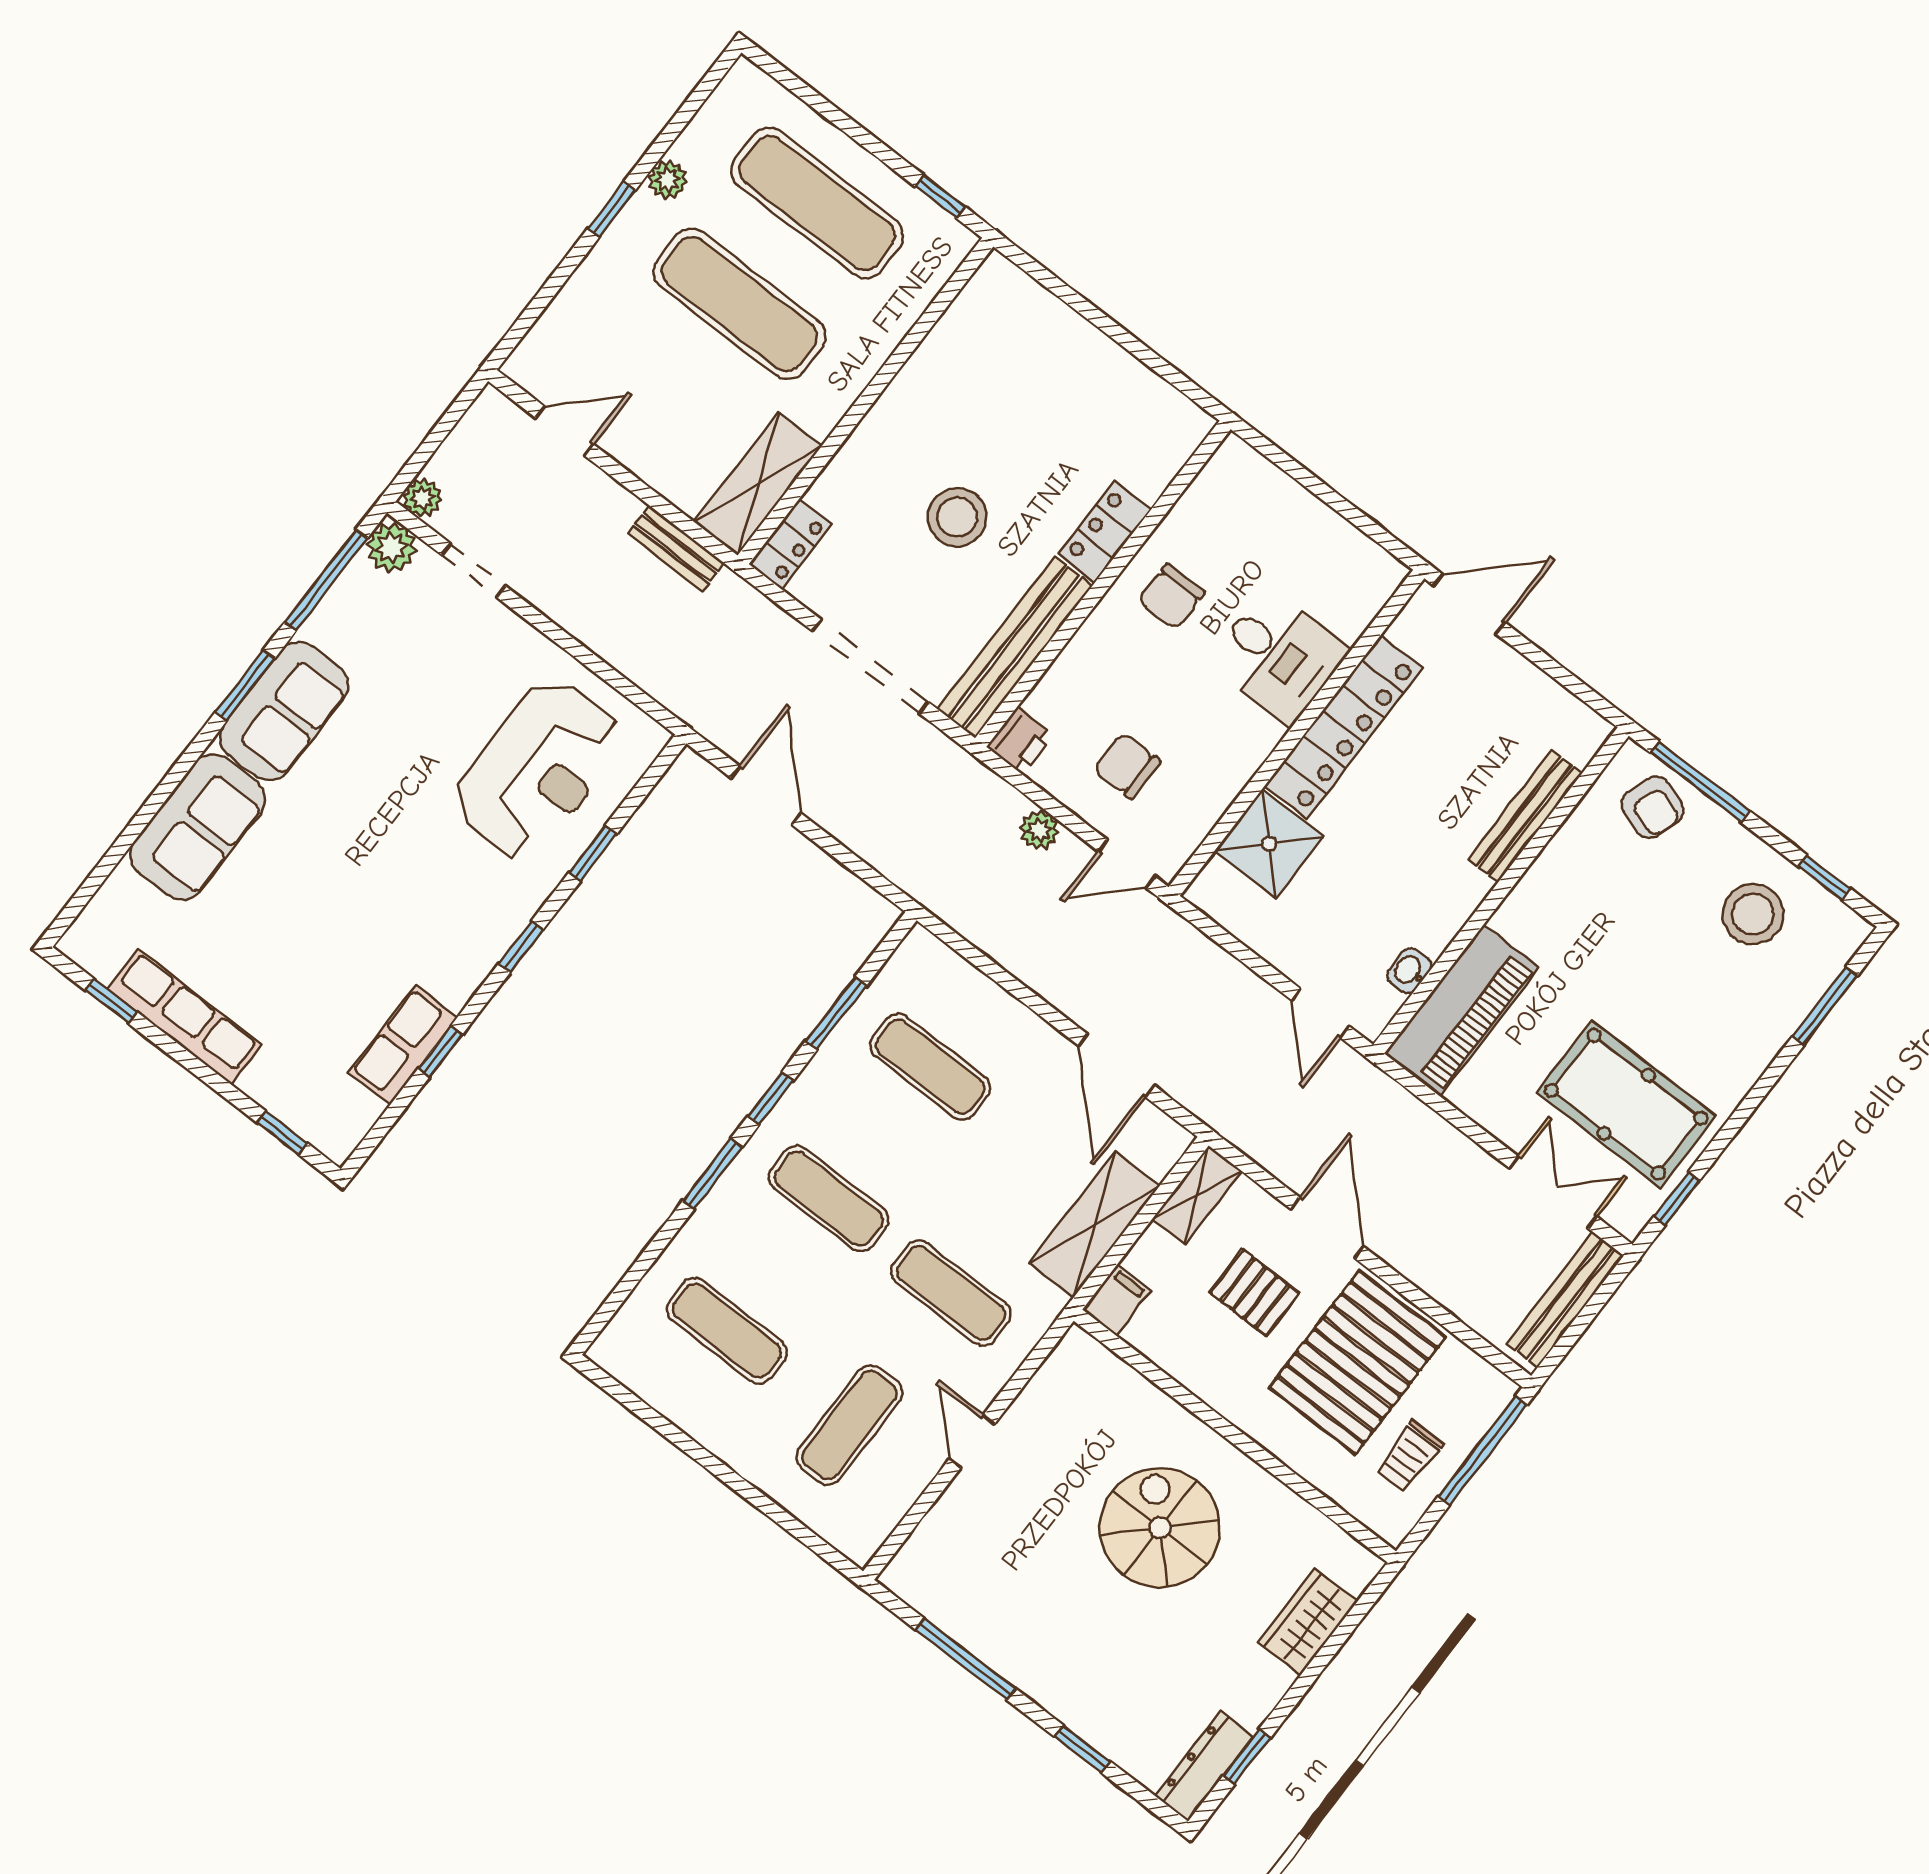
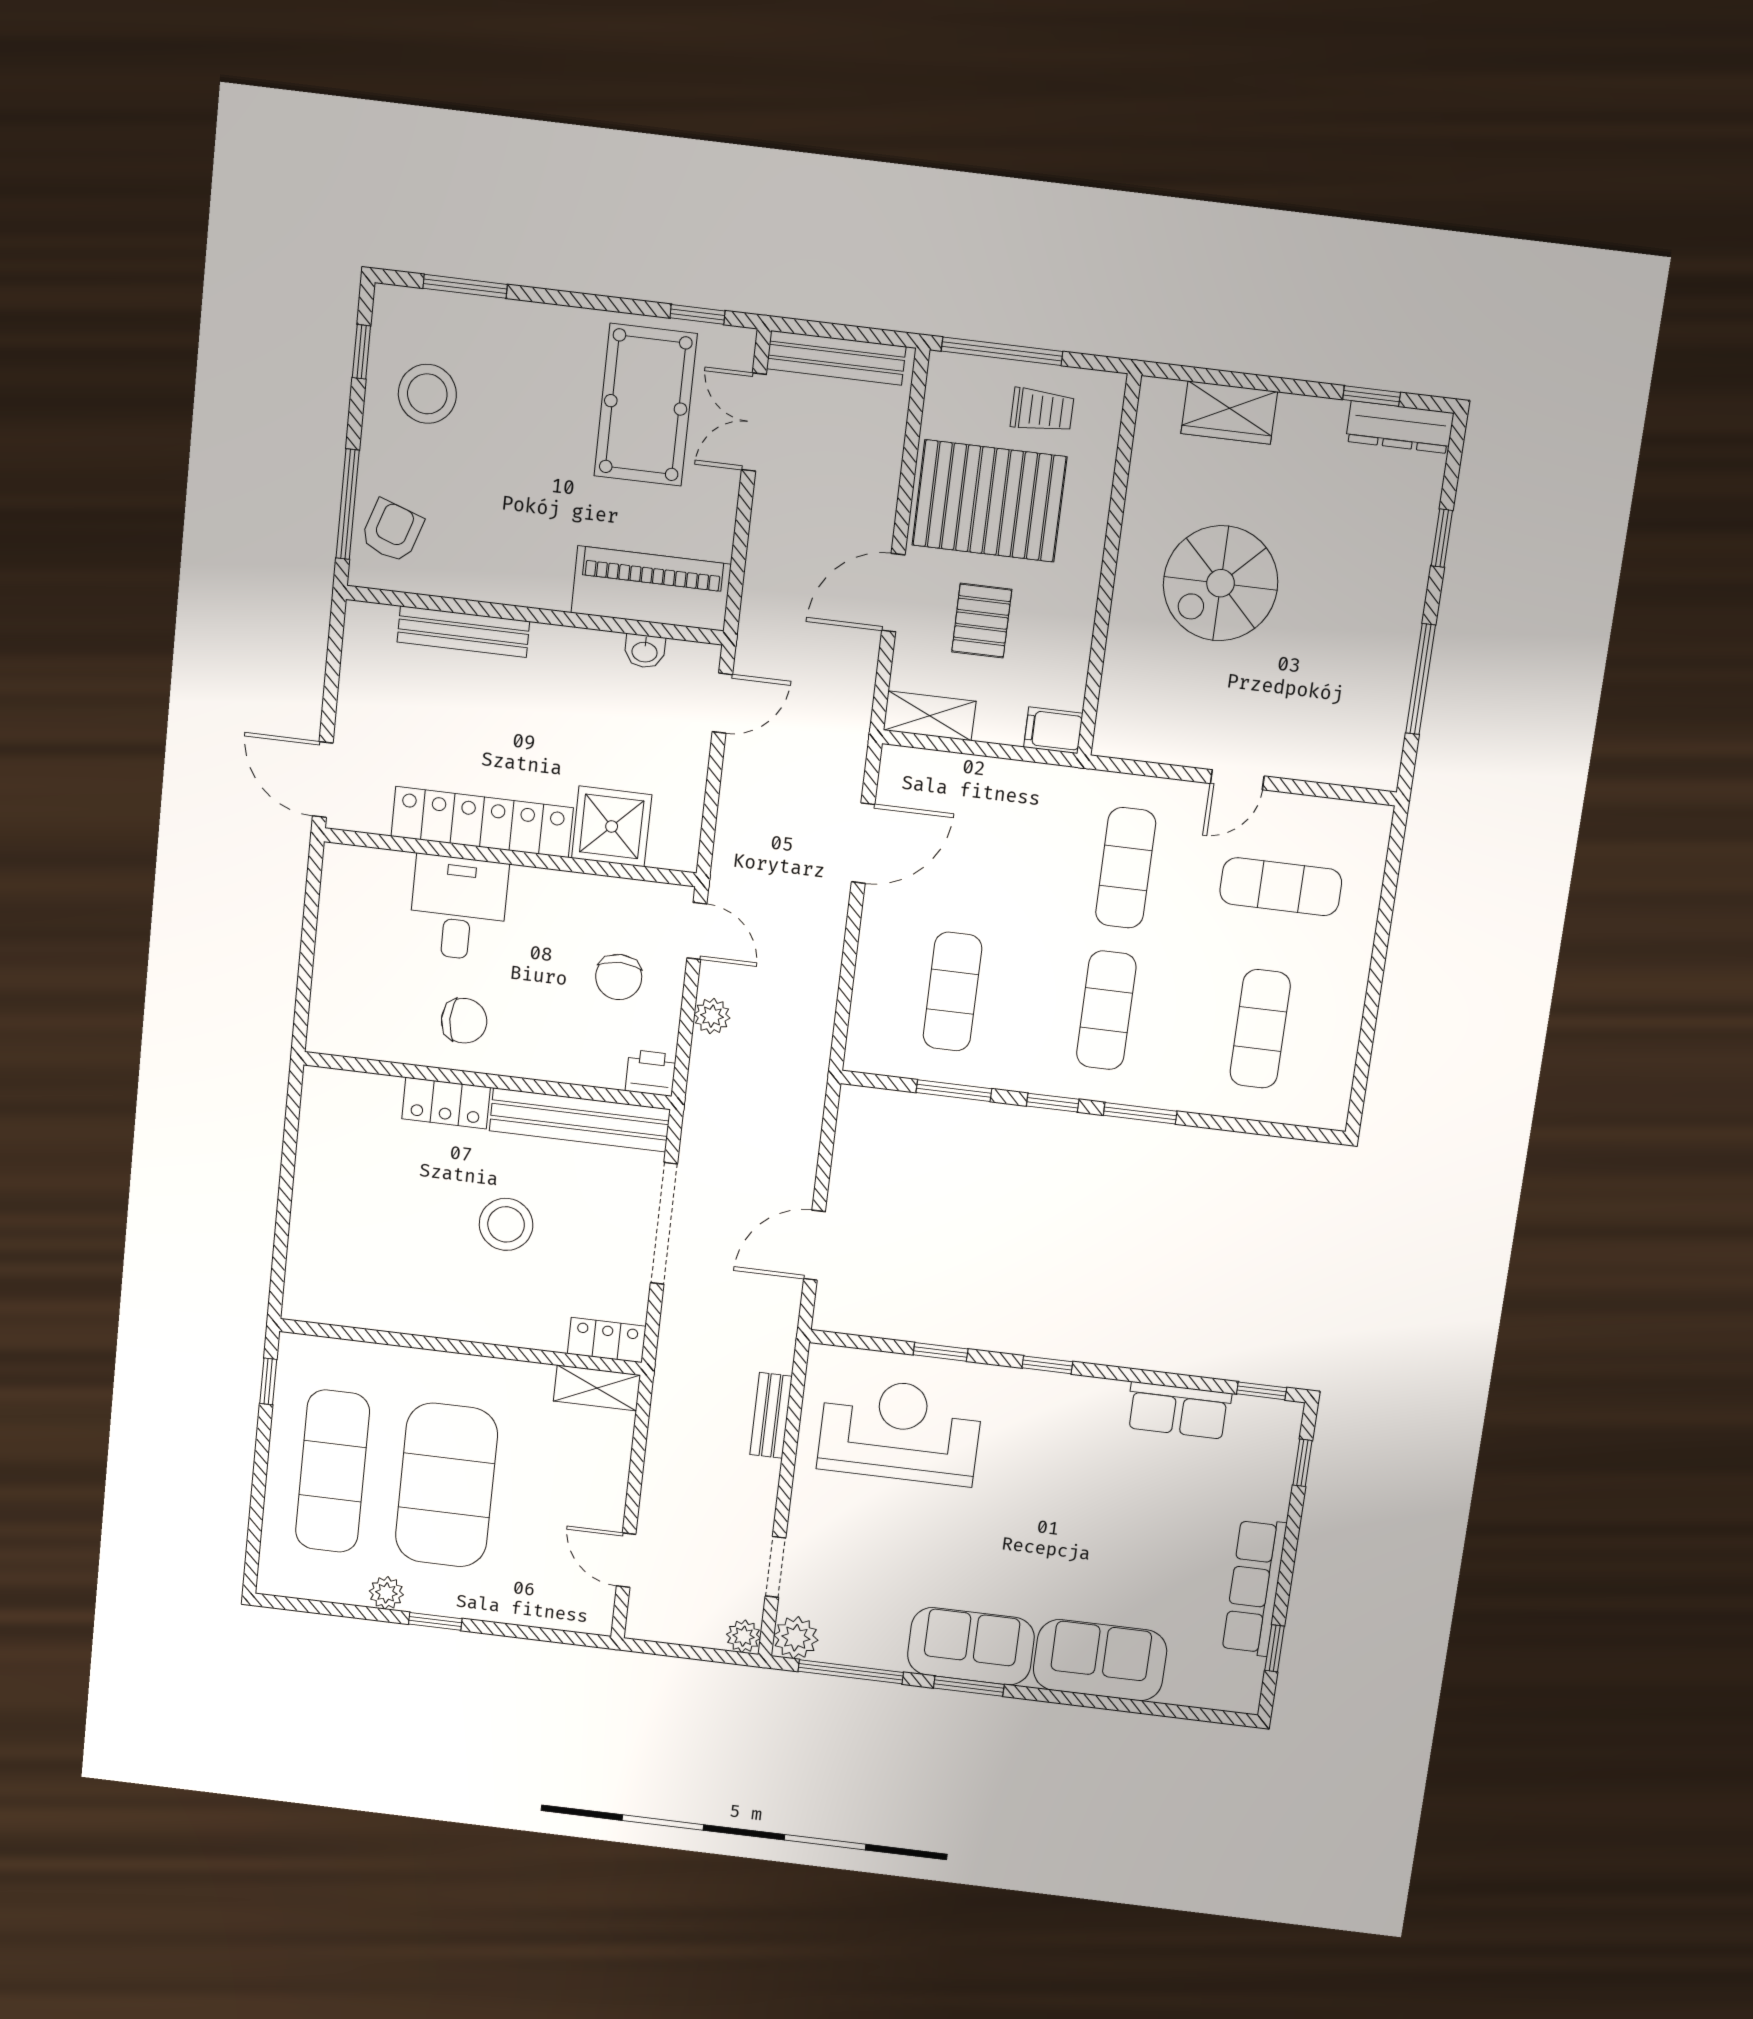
exercise mat: (740, 304) -> (446, 1485), width x1.47
shelving: (758, 484) -> (597, 1388), width x0.67, depth x0.75
bench: (676, 548) -> (771, 1415), moved
window: (440, 1051) -> (1262, 1391), moved
shelving: (1095, 1224) -> (1002, 785), removed

